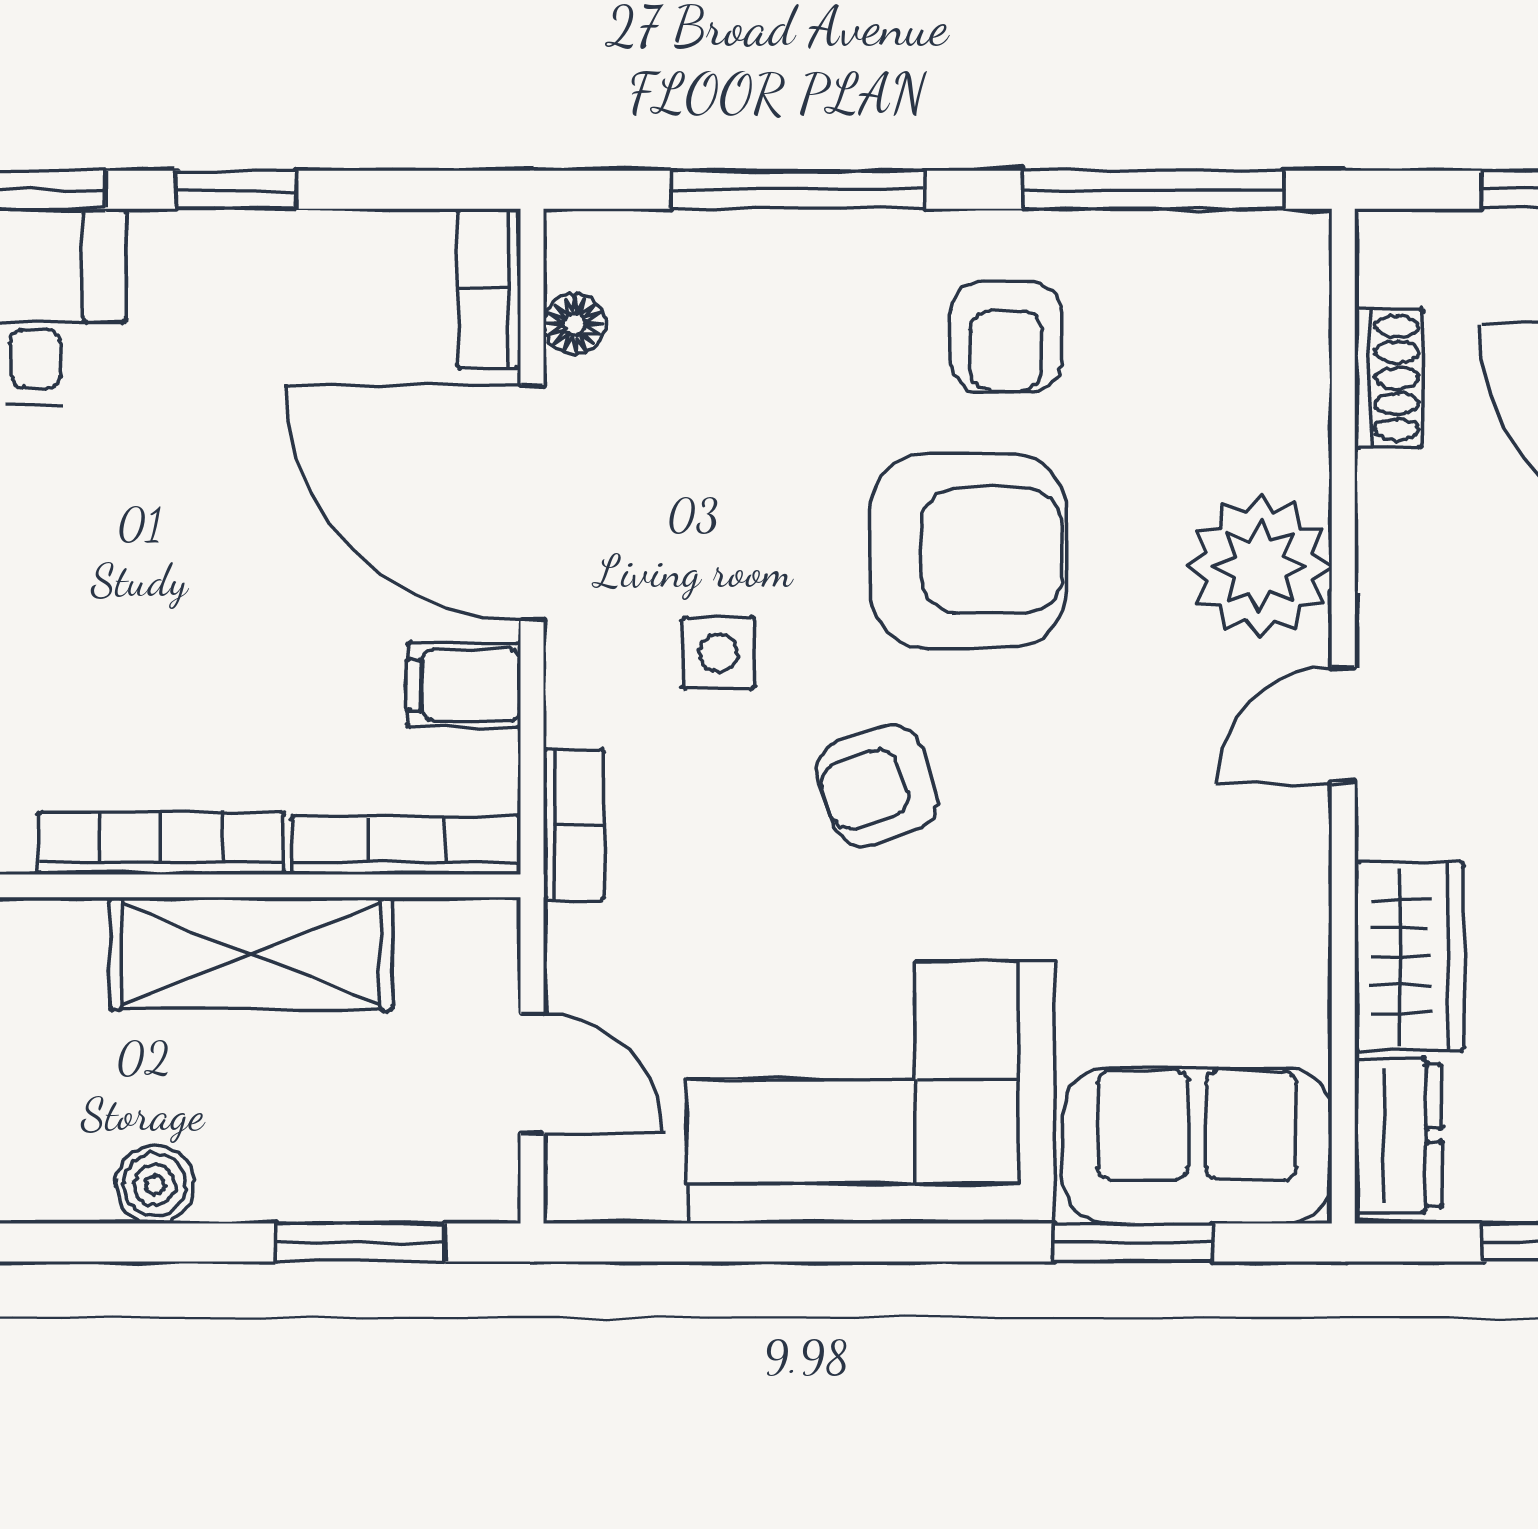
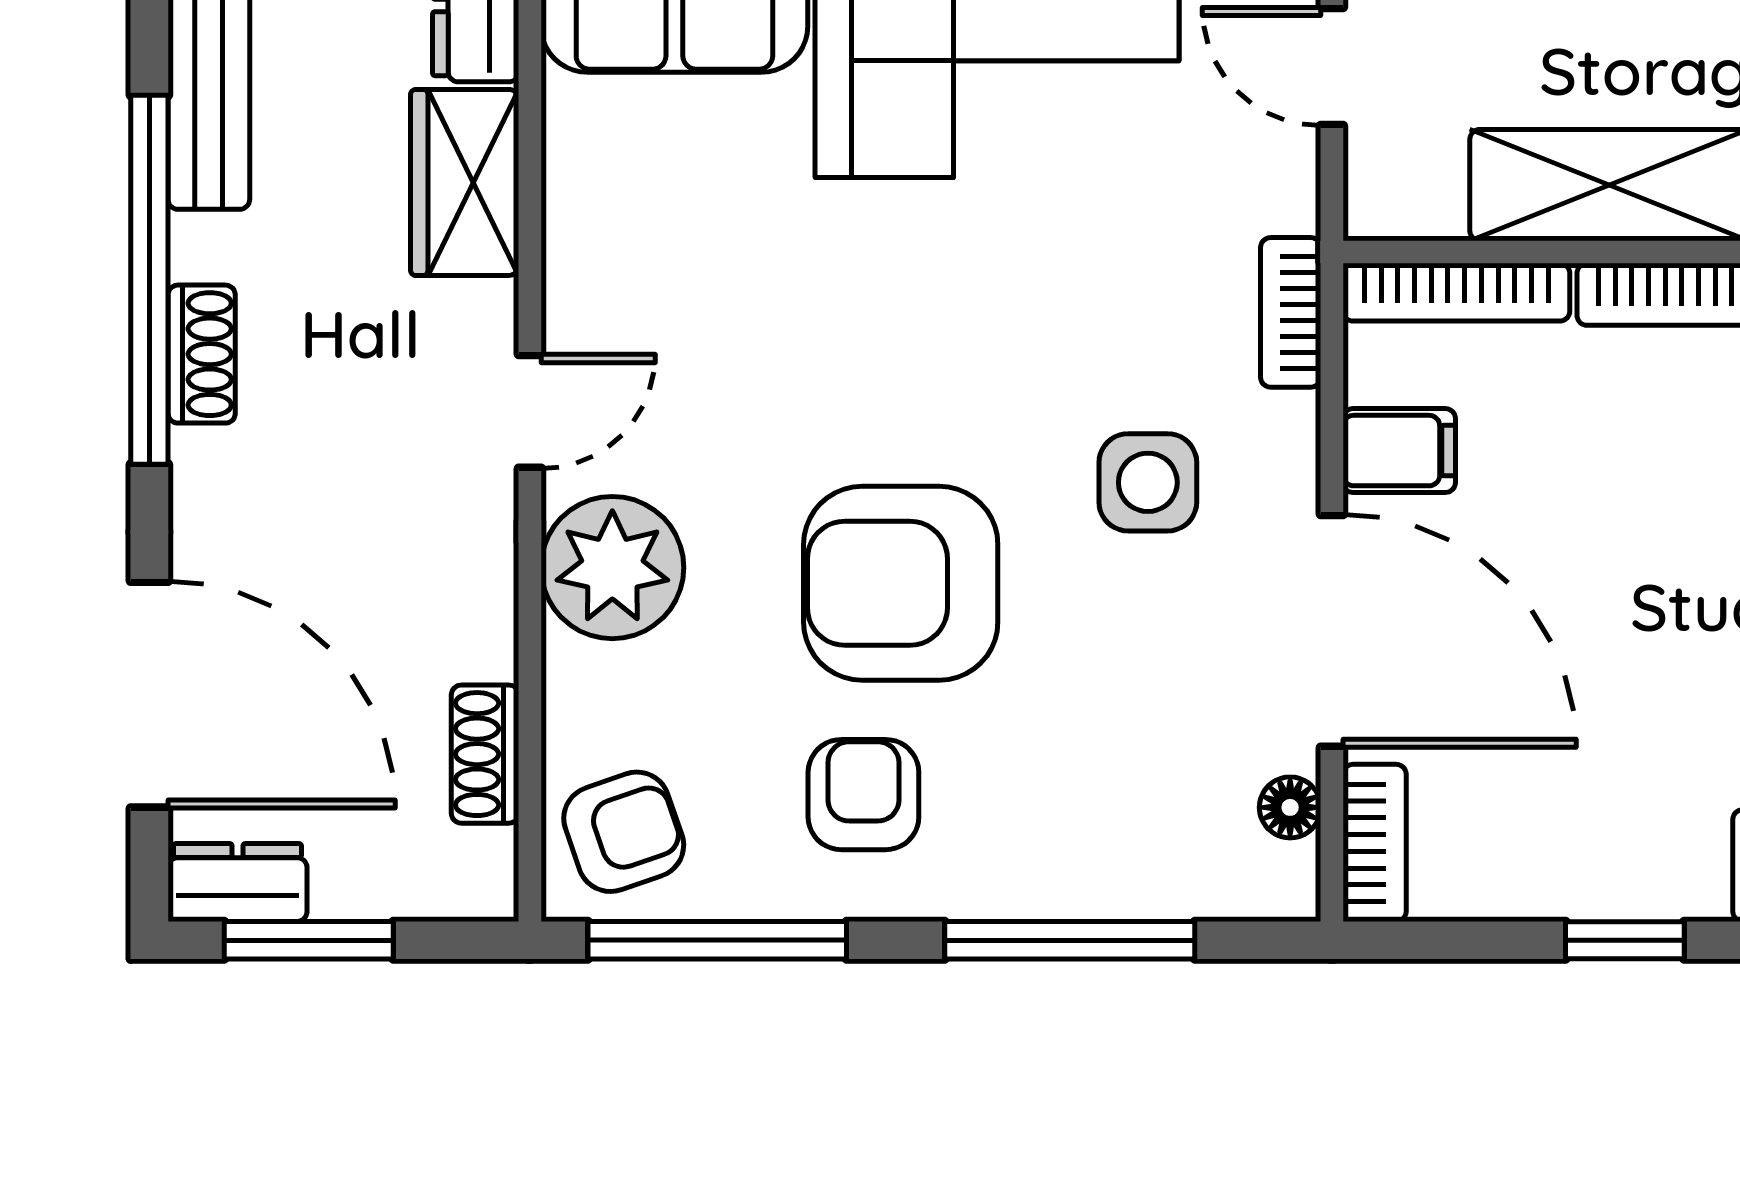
side table: (718, 653) -> (1148, 482), width x1.37, depth x1.37
armchair: (877, 786) -> (624, 832), moved

